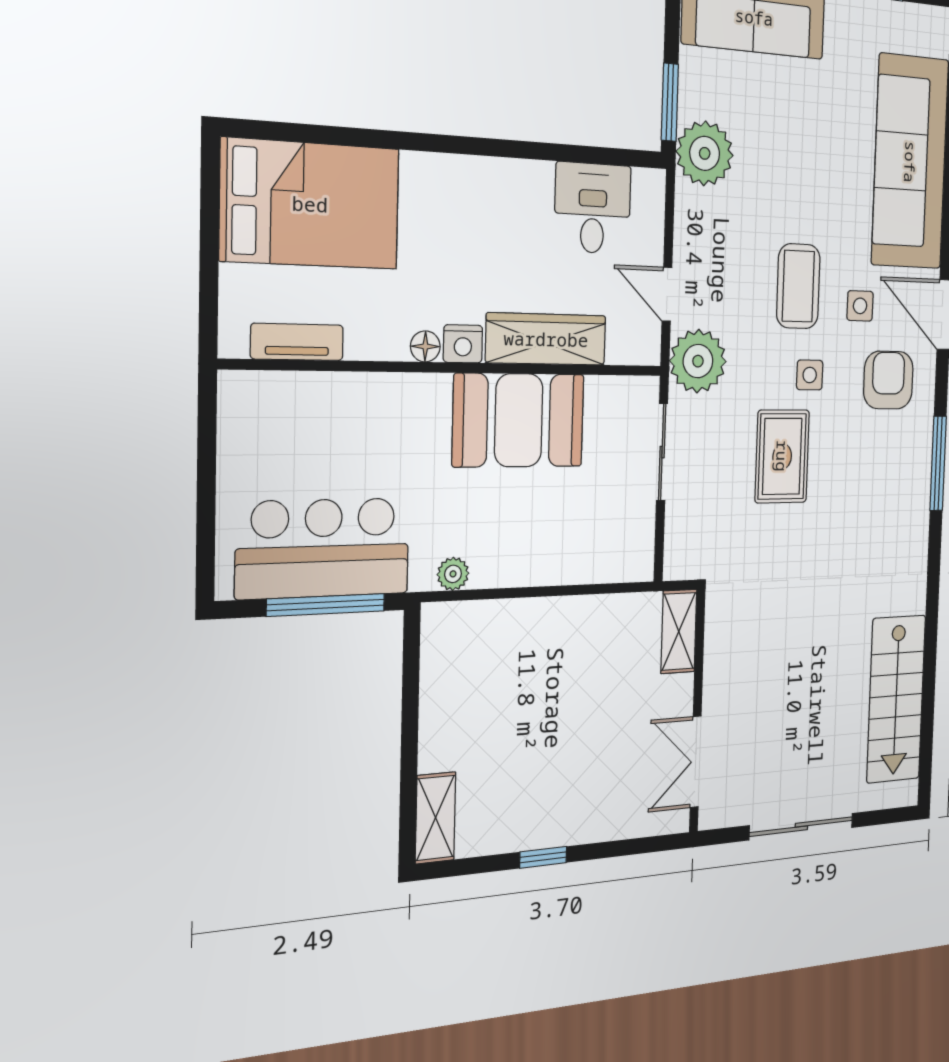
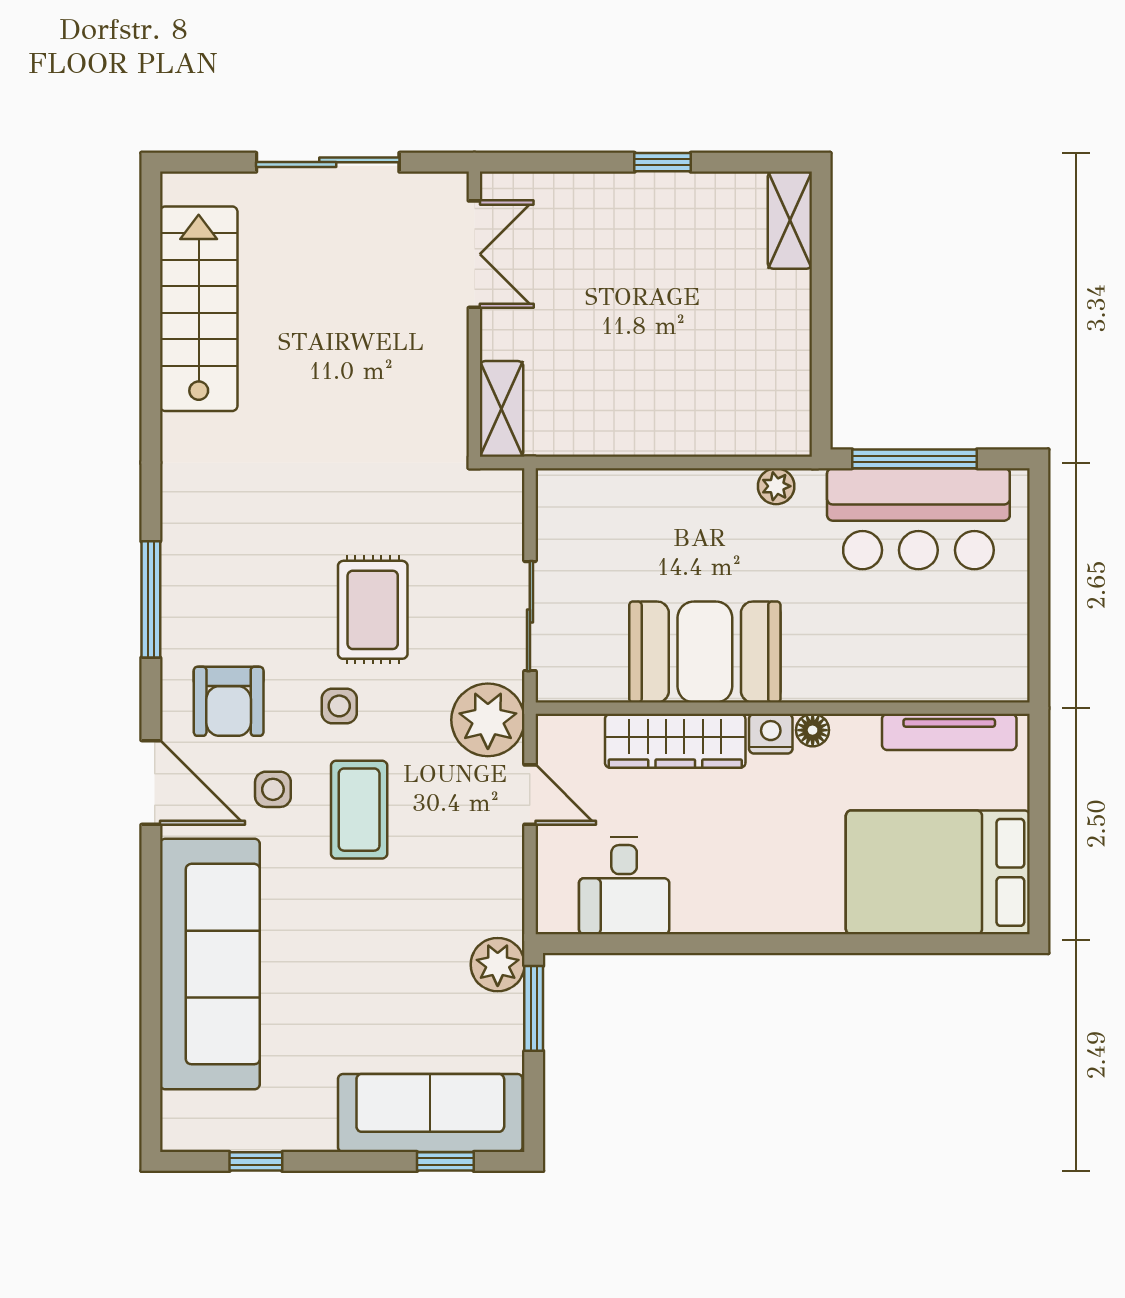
plant: (705, 153) -> (498, 965), width x0.73, depth x0.73
tv unit: (297, 342) -> (949, 732), width x1.41

